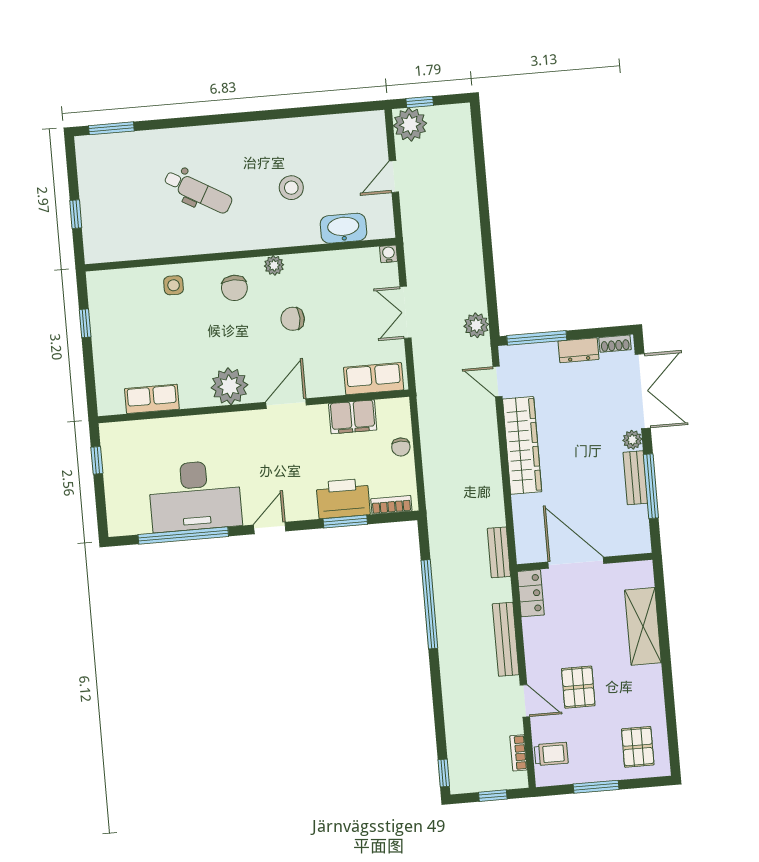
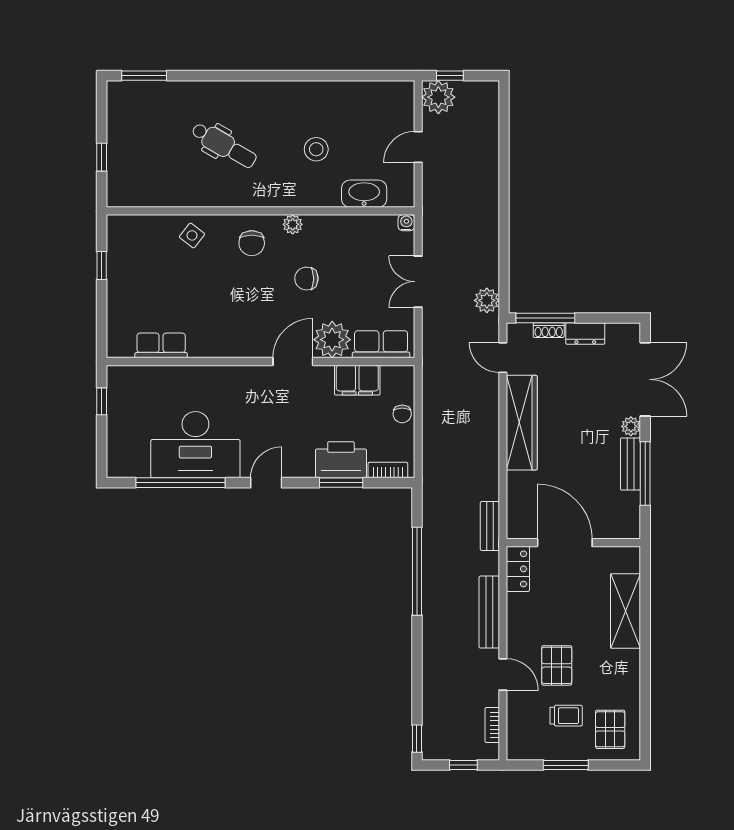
side table: (174, 285) -> (192, 235), turned 38
shoe rack: (615, 344) -> (549, 330), moved
plant: (229, 386) -> (332, 340), moved
trolley: (551, 754) -> (566, 716), moved

